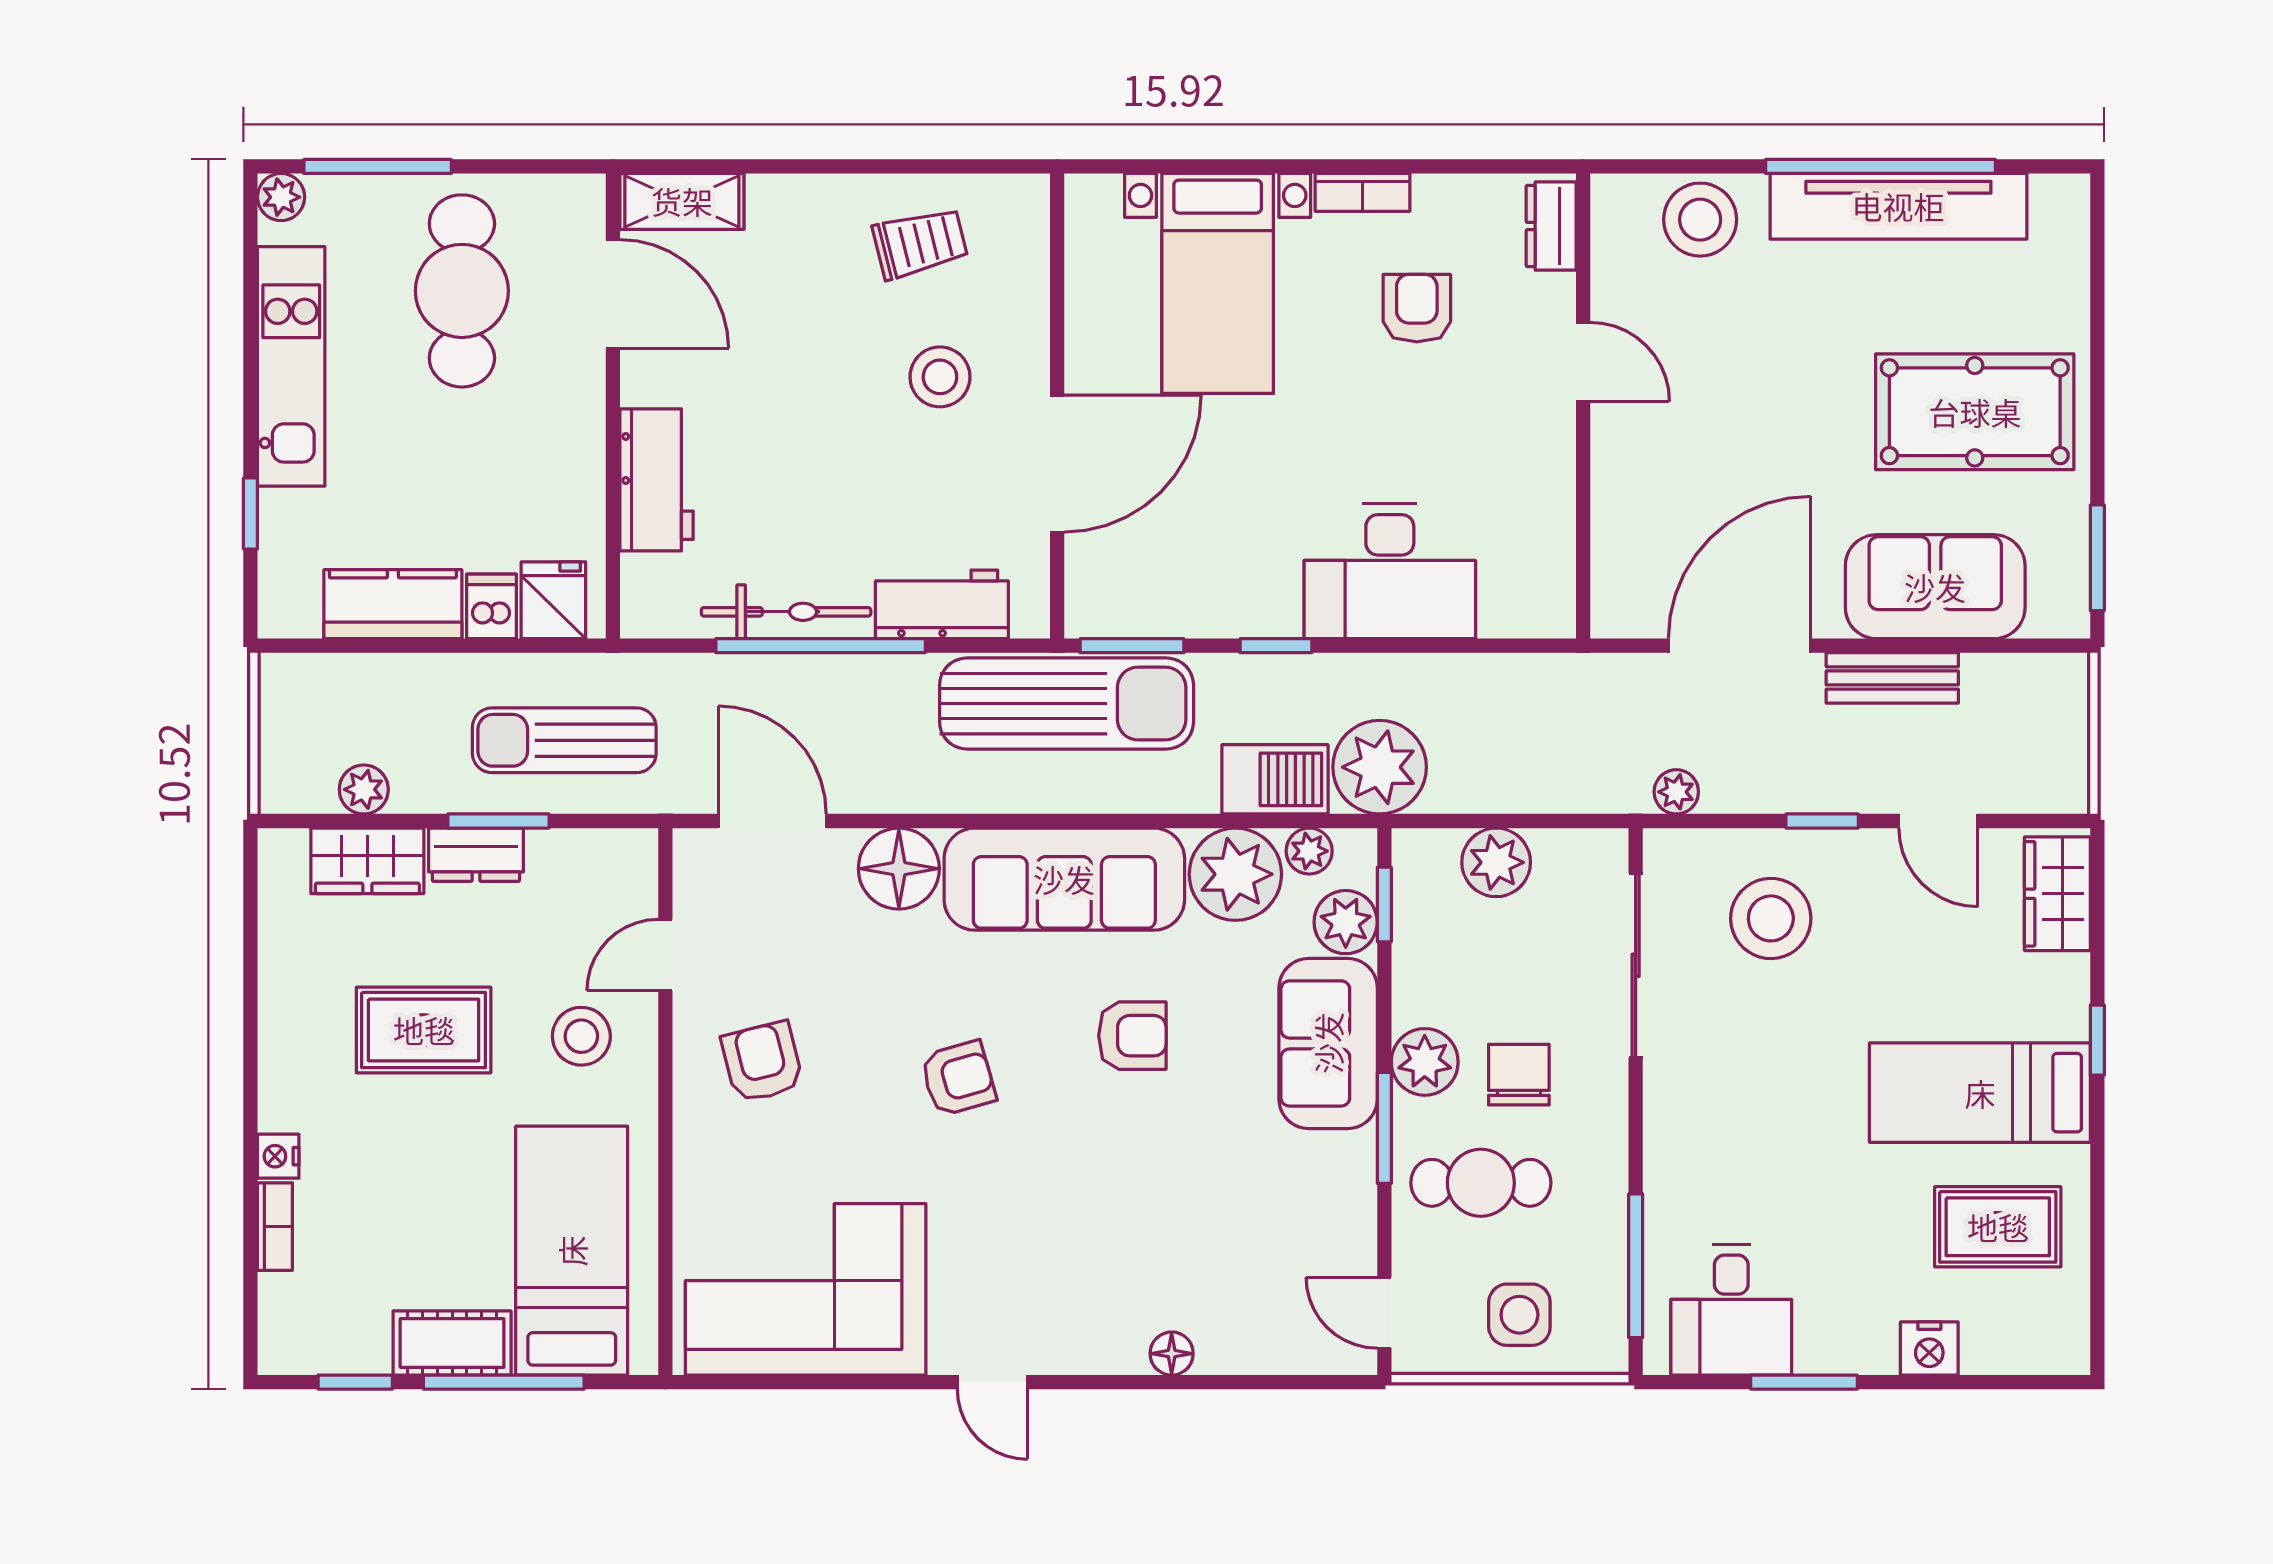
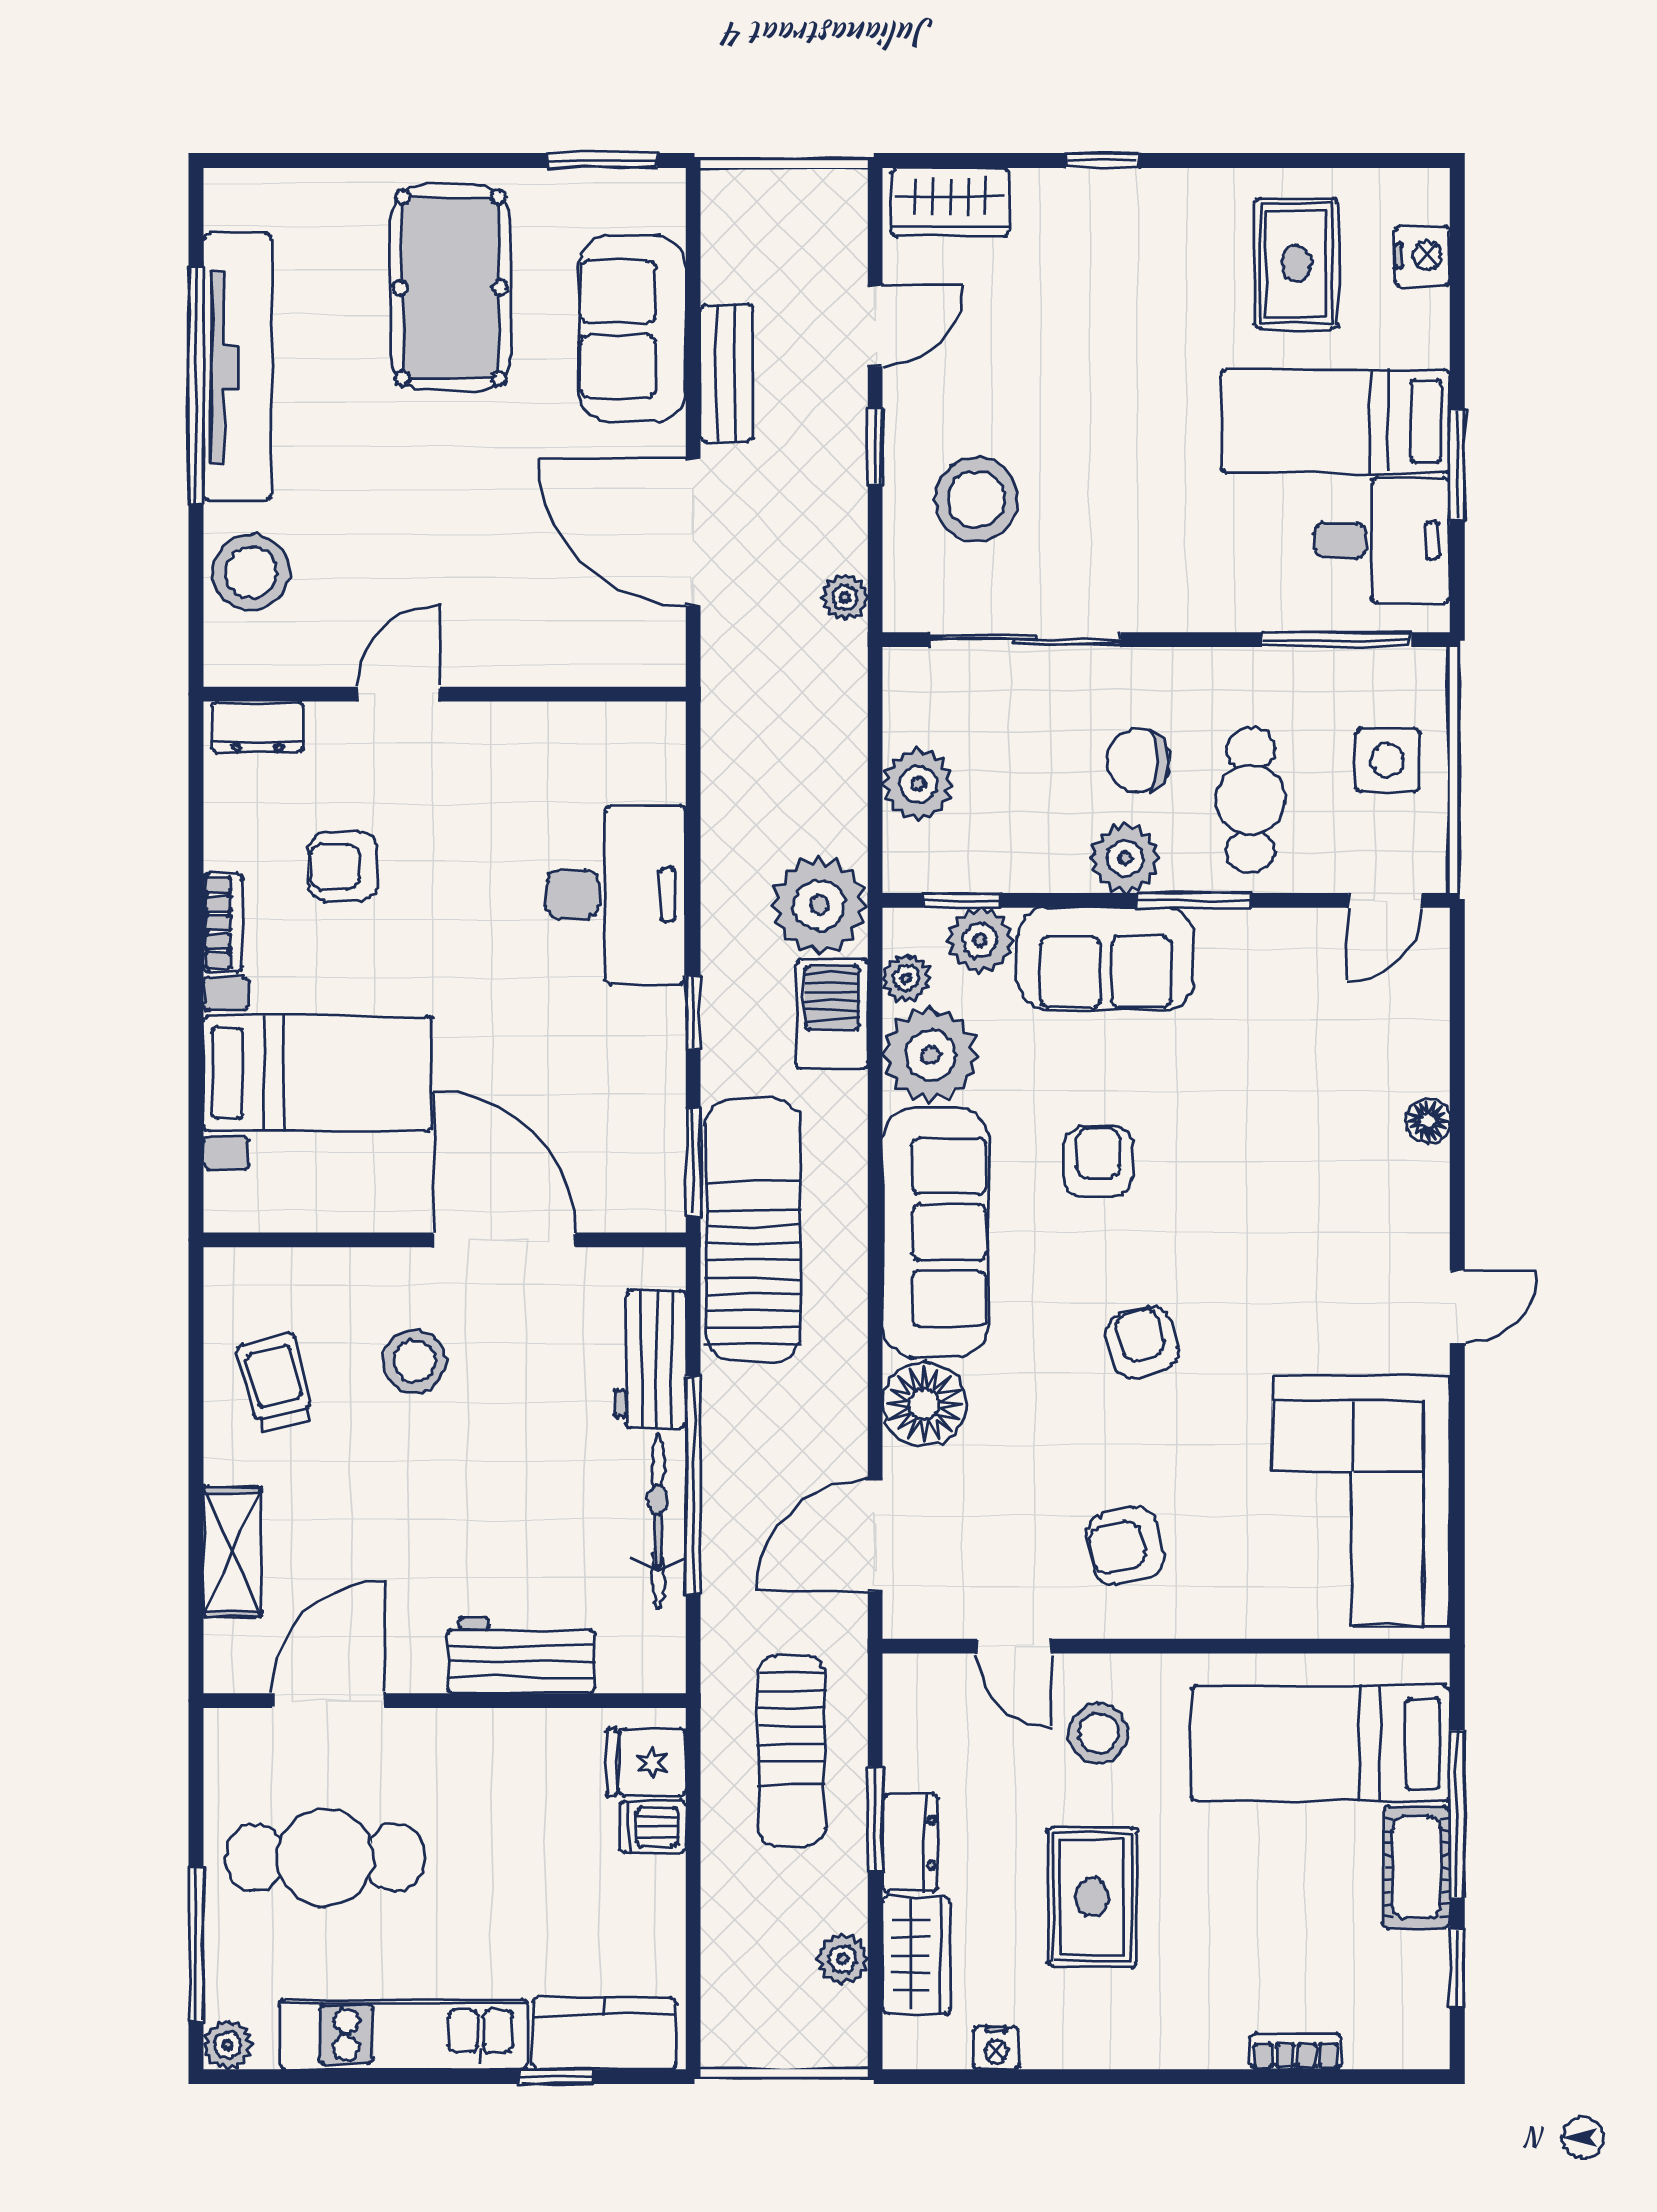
shelving: (682, 201) -> (232, 1552), moved
kitchen counter: (393, 604) -> (604, 2034), moved, turned 90
bed: (1980, 1093) -> (1335, 421), moved, turned 90
nightstand: (278, 1156) -> (996, 2048), moved
nightstand: (1929, 1348) -> (1422, 256), moved

